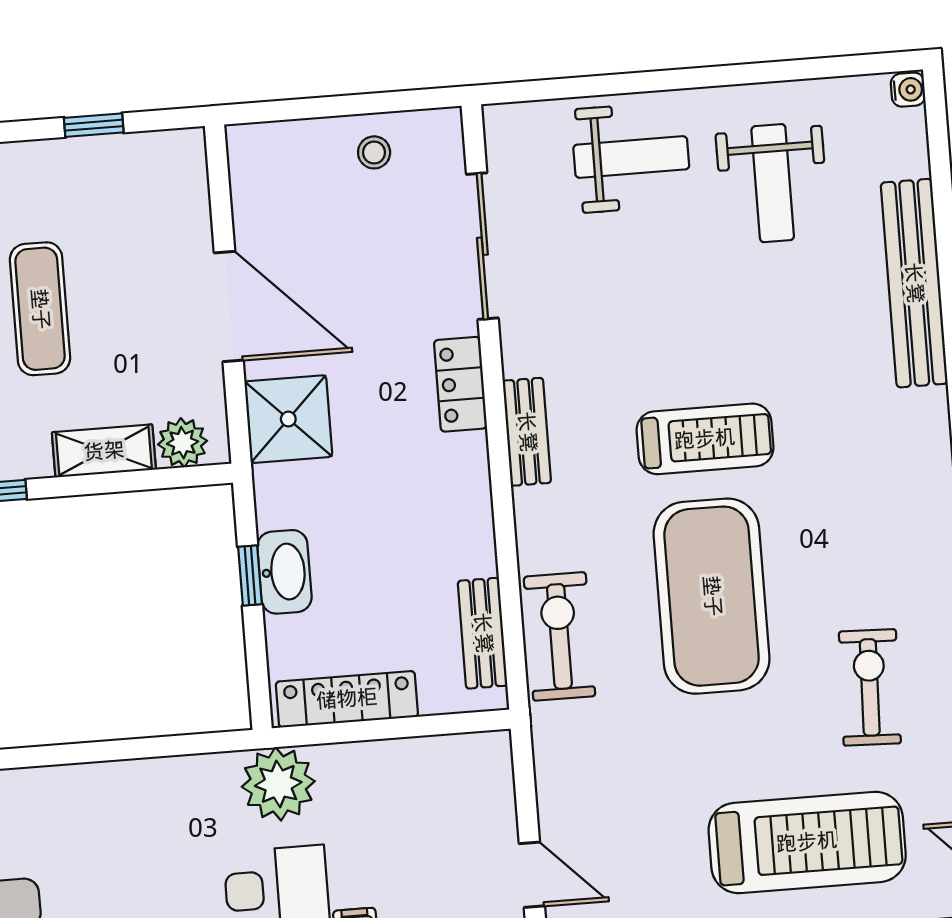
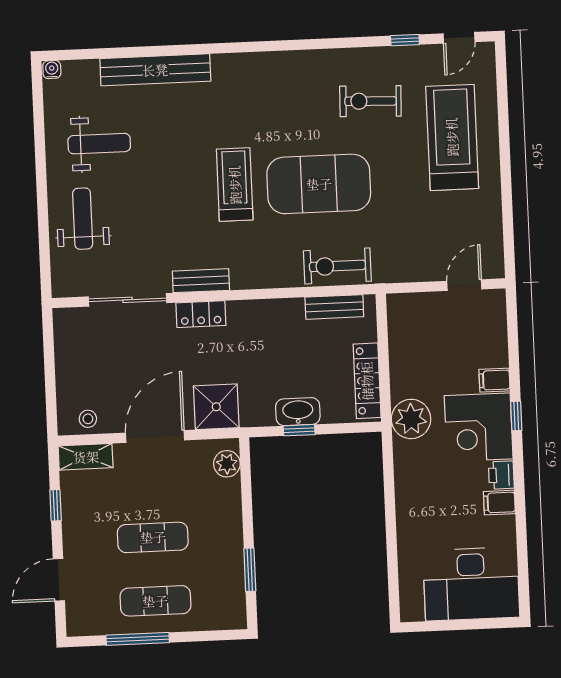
stool: (374, 152) -> (88, 419), moved
bench: (527, 432) -> (201, 281), moved
shelving: (104, 451) -> (86, 457), moved, turned 90

